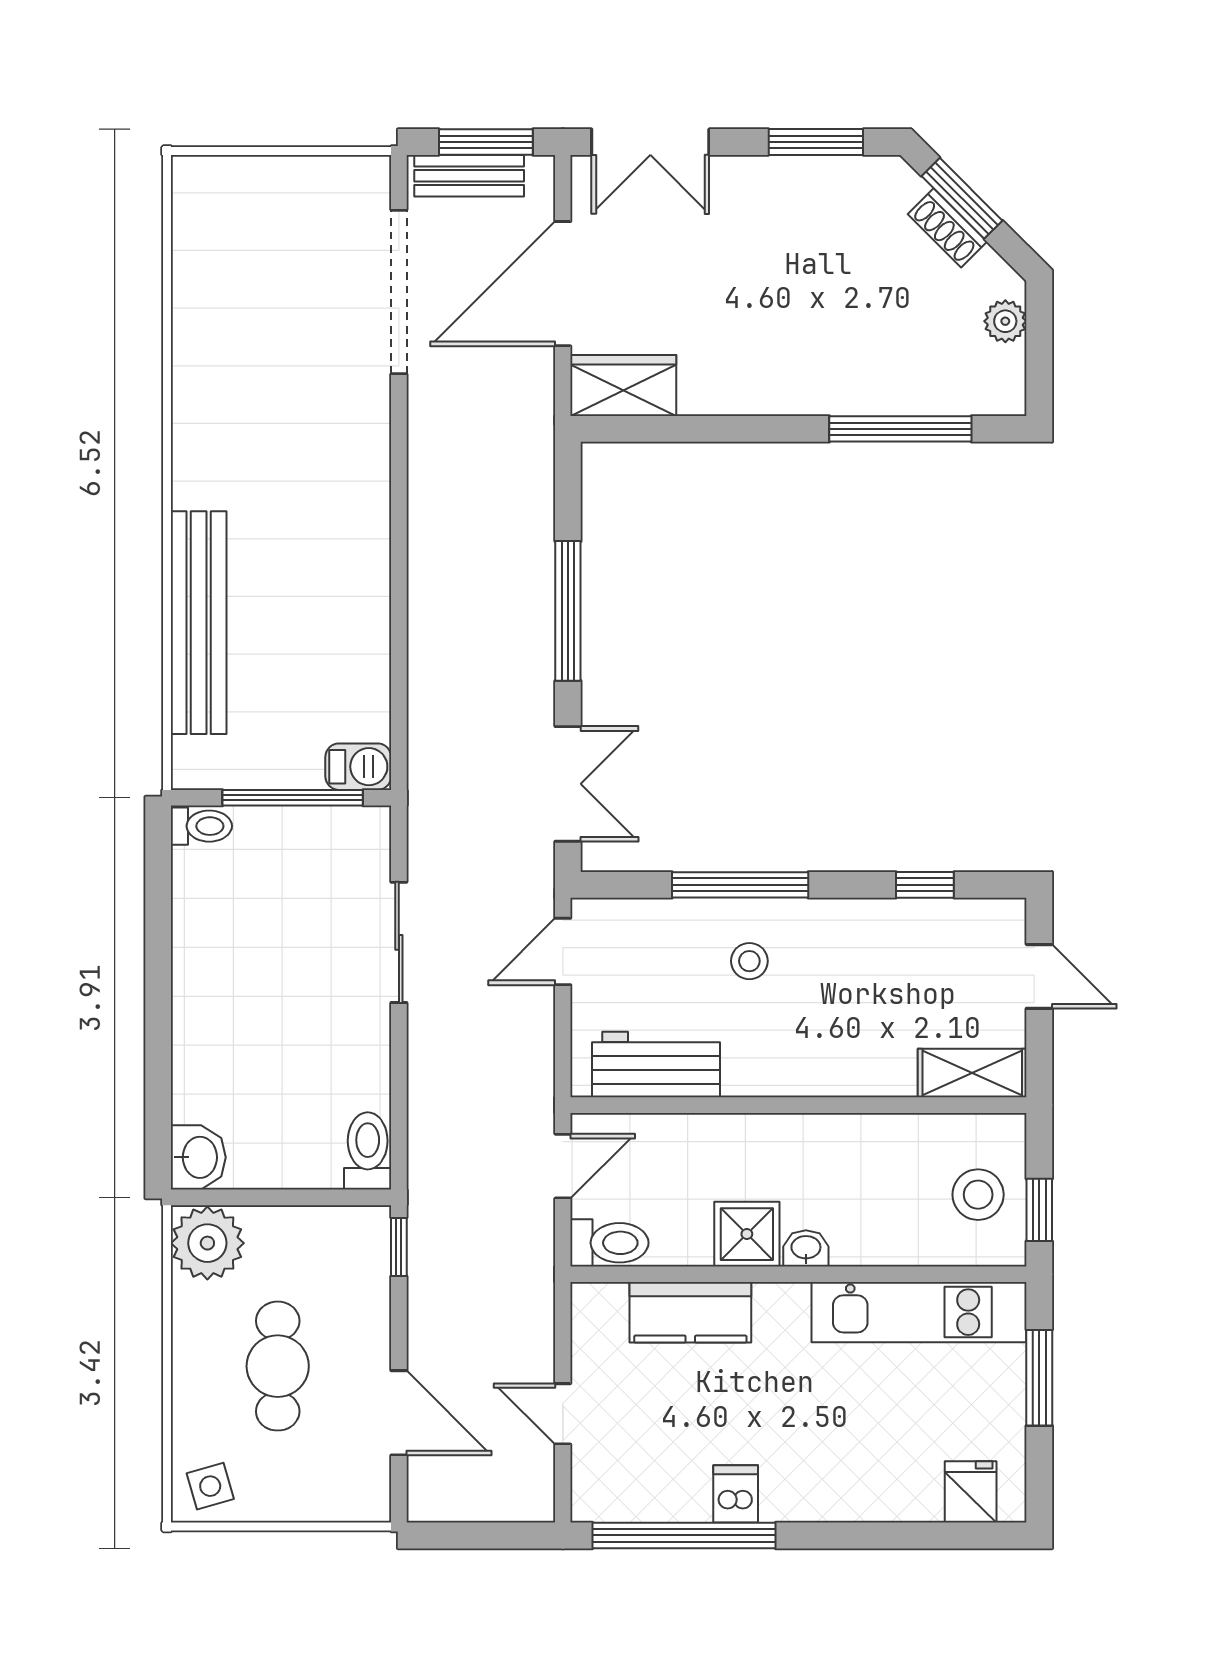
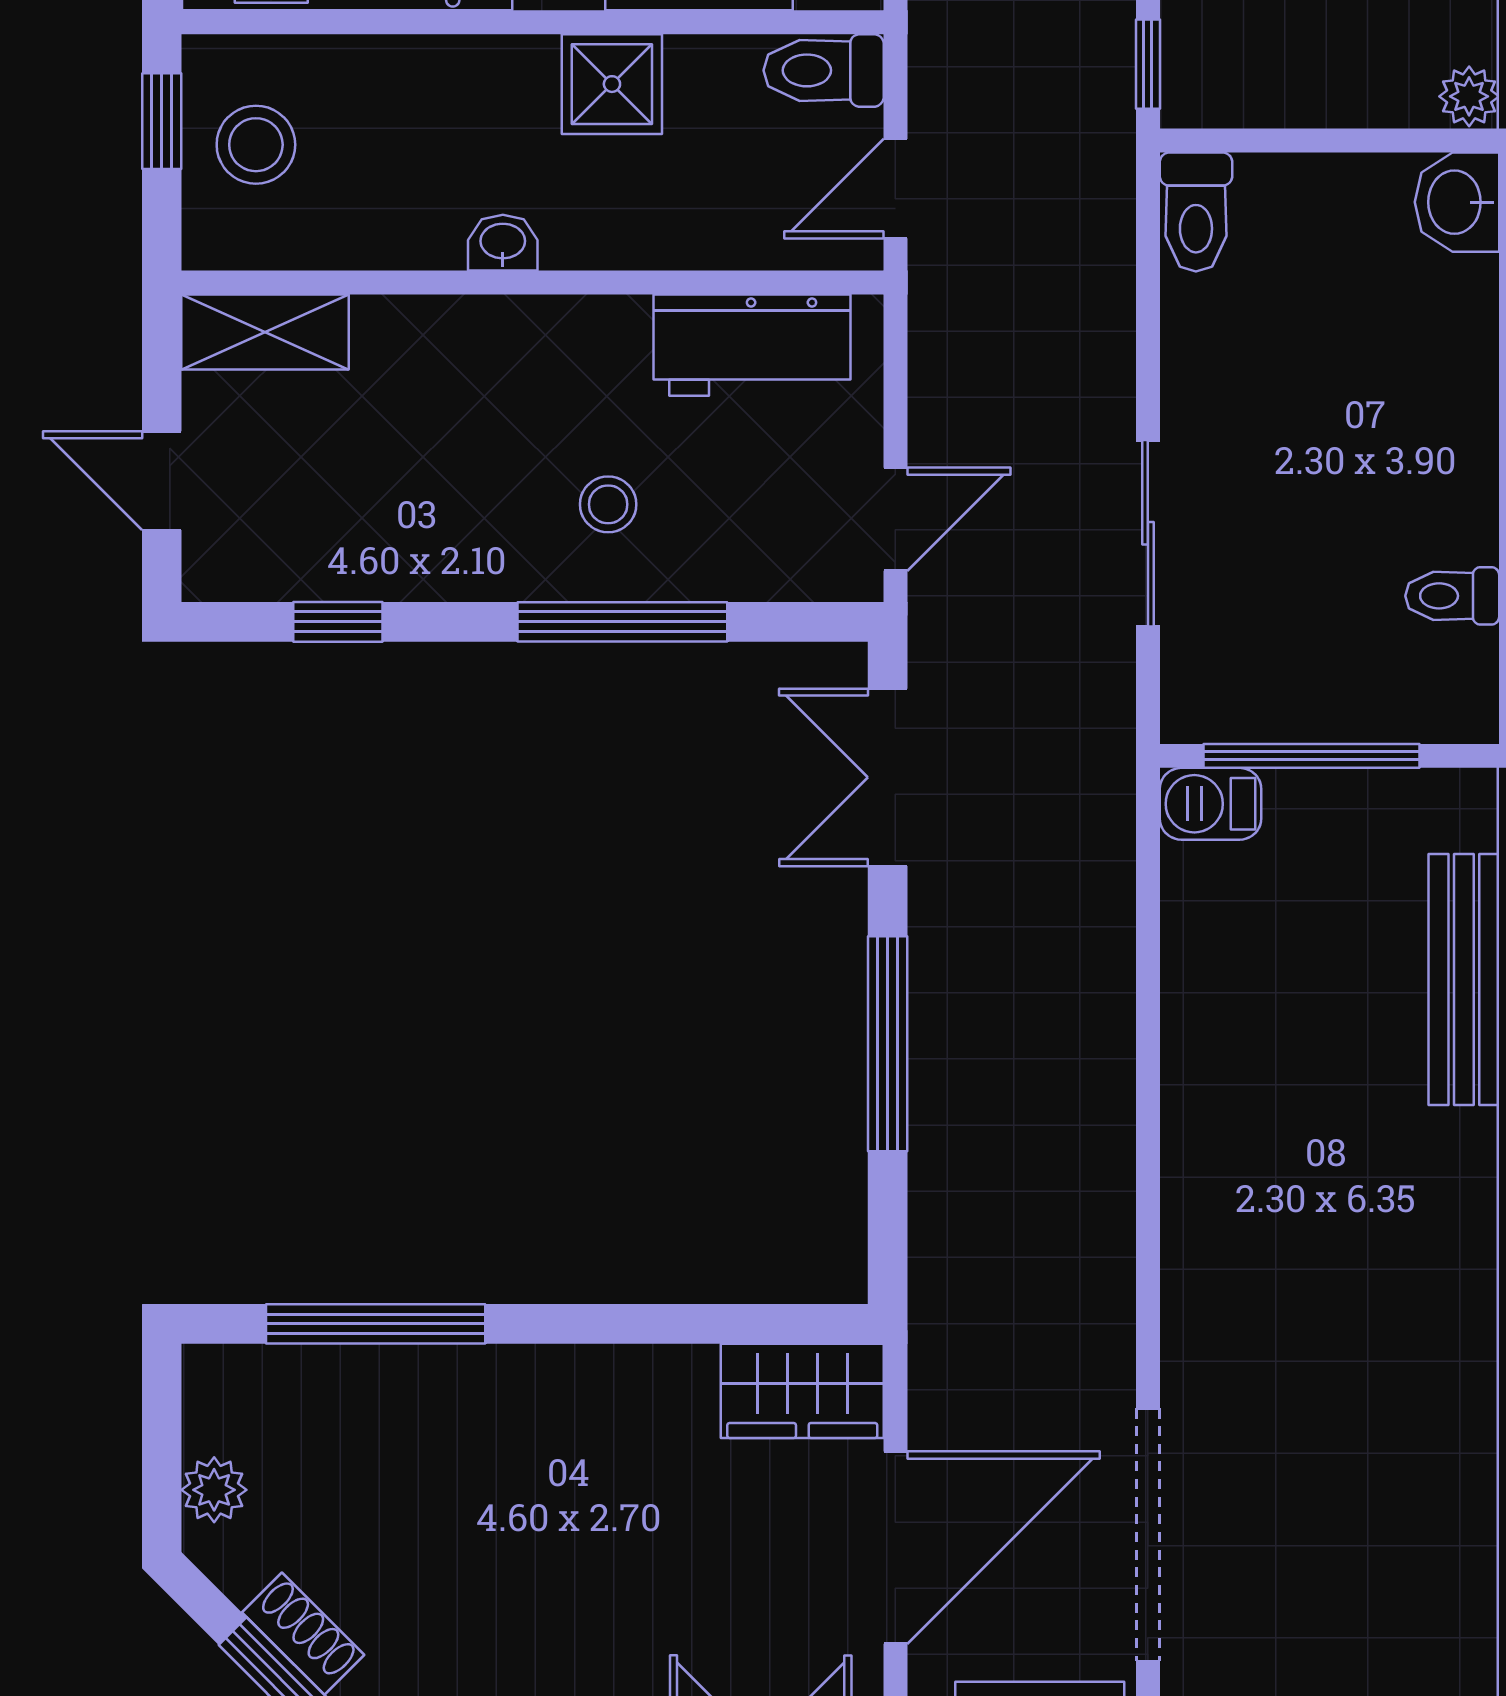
bench: (199, 623) -> (1464, 980), width x0.73, depth x0.82
toilet: (201, 826) -> (1452, 596), moved
plant: (207, 1243) -> (1469, 96), width x0.53, depth x0.53
washbasin: (806, 1248) -> (503, 243), moved, turned 180

